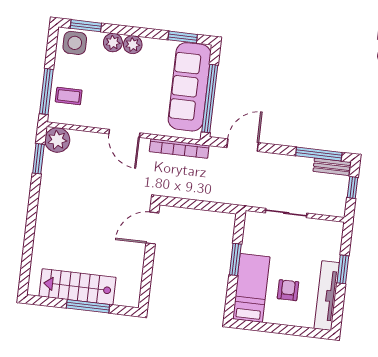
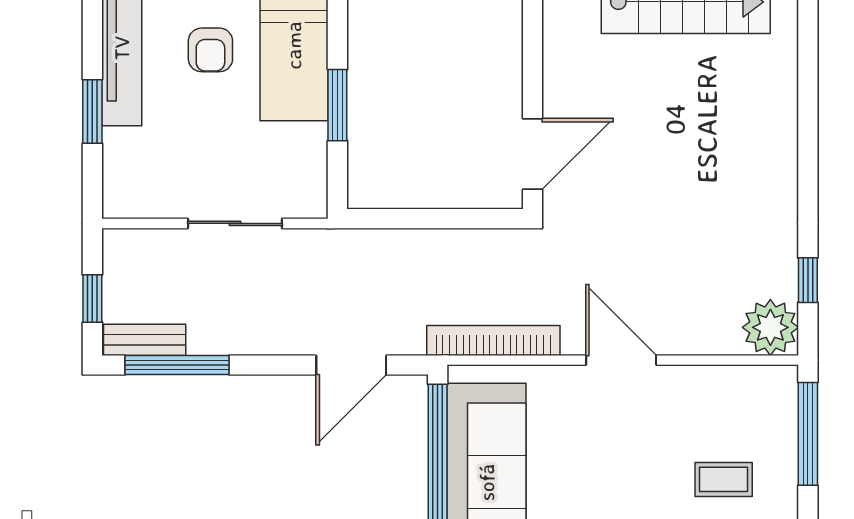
coffee table: (69, 96) -> (724, 479), moved
window: (38, 159) -> (808, 280), width x0.67

